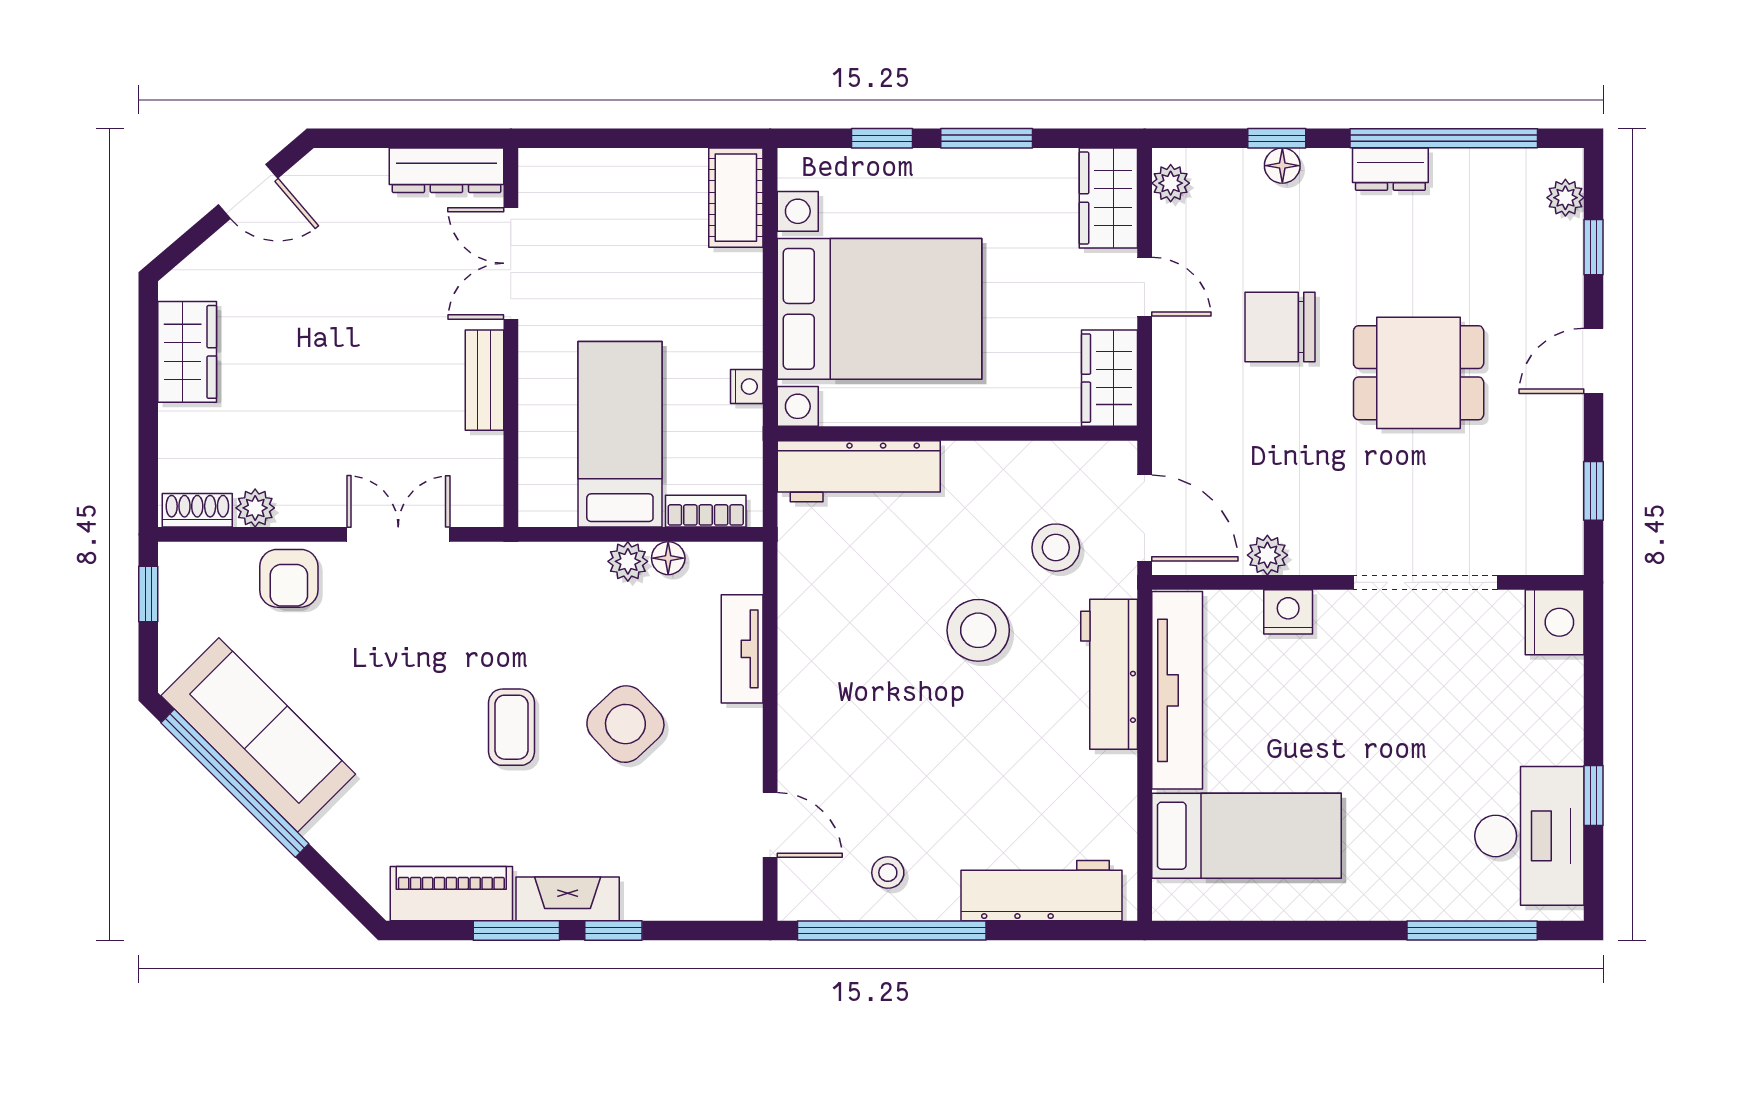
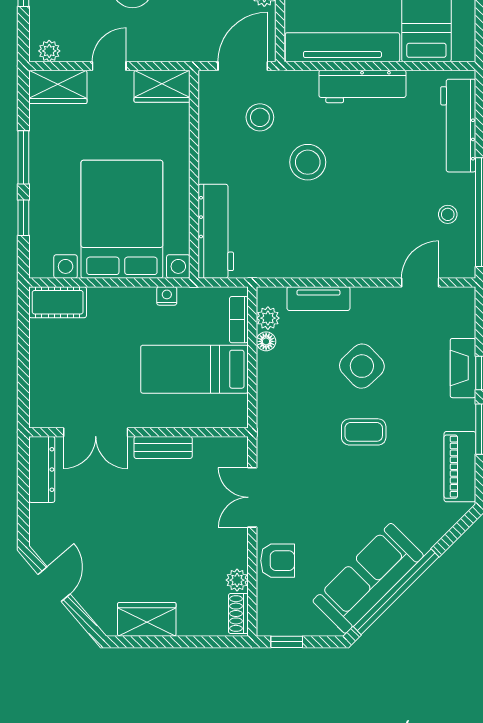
plant: (628, 561) -> (268, 318), moved
workbench: (1109, 674) -> (362, 86), moved
fireplace: (568, 899) -> (463, 368), moved

